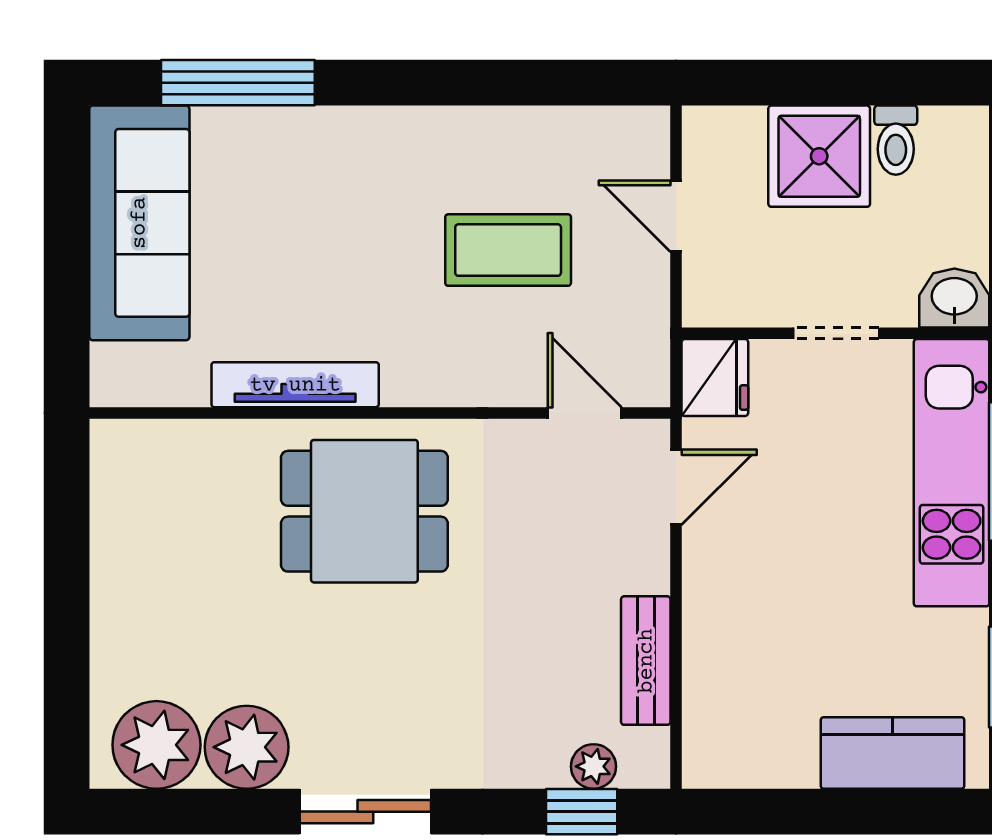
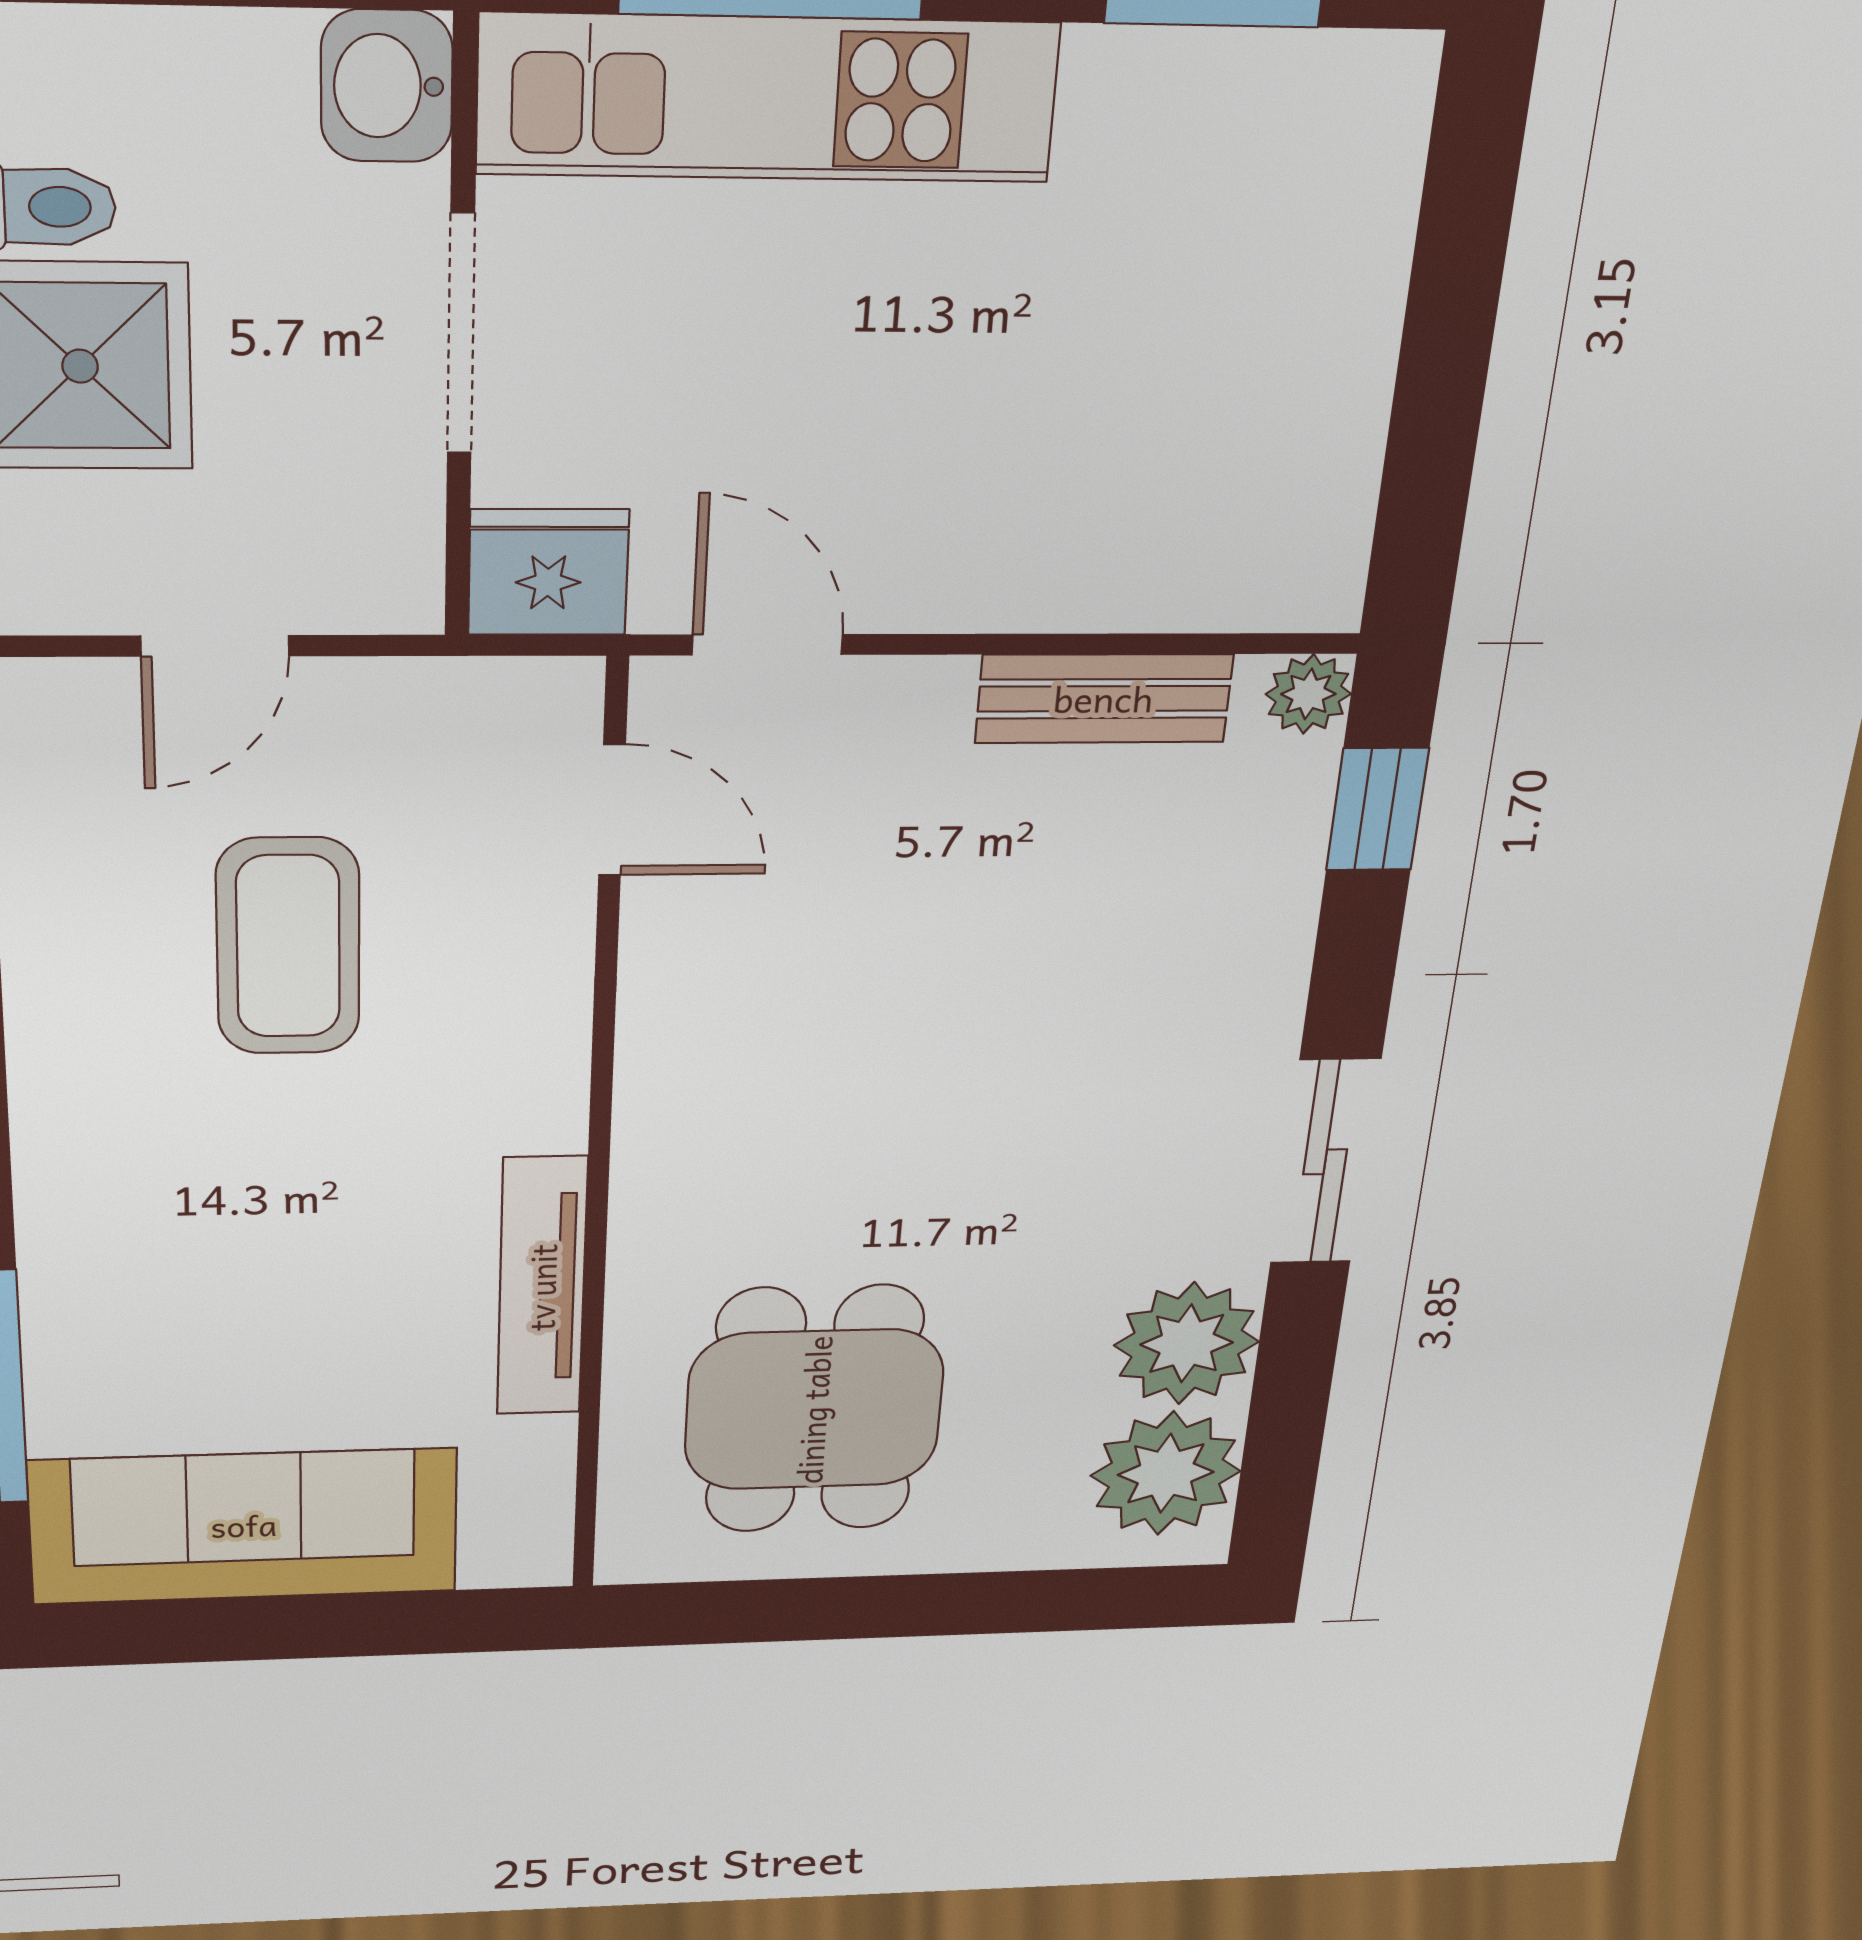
doorway: (836, 333) -> (461, 334), width x1.38
door: (585, 413) -> (612, 810), swing flipped
dining table: (364, 511) -> (814, 1410), moved
kitchen counter: (893, 753) -> (1344, 229), removed
plant: (594, 766) -> (1308, 694), moved

